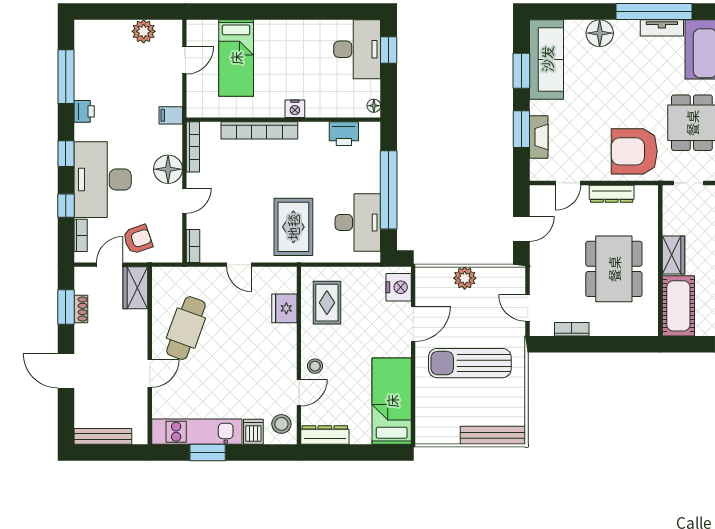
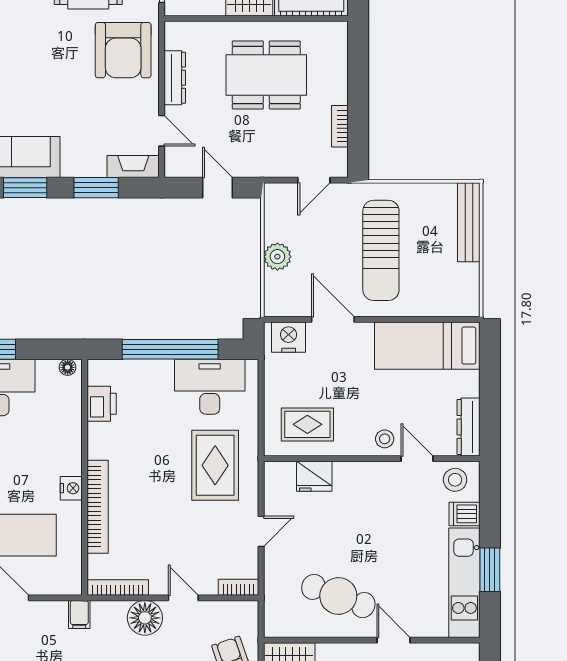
nightstand: (295, 109) -> (71, 488), moved
fireplace: (539, 137) -> (133, 167), moved
rug: (293, 227) -> (215, 465), turned 90

